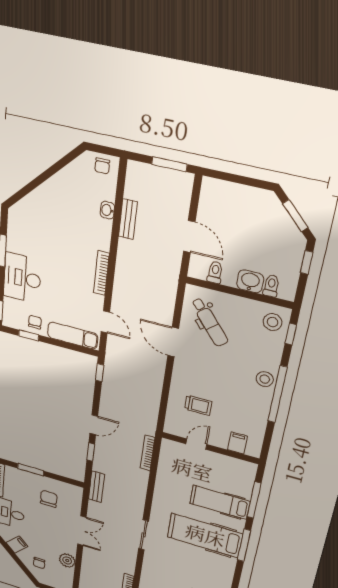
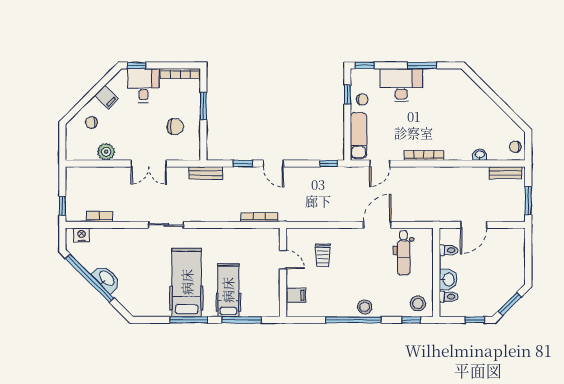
bench: (128, 219) -> (505, 173), moved
dental chair: (210, 322) -> (404, 253), turned -51

